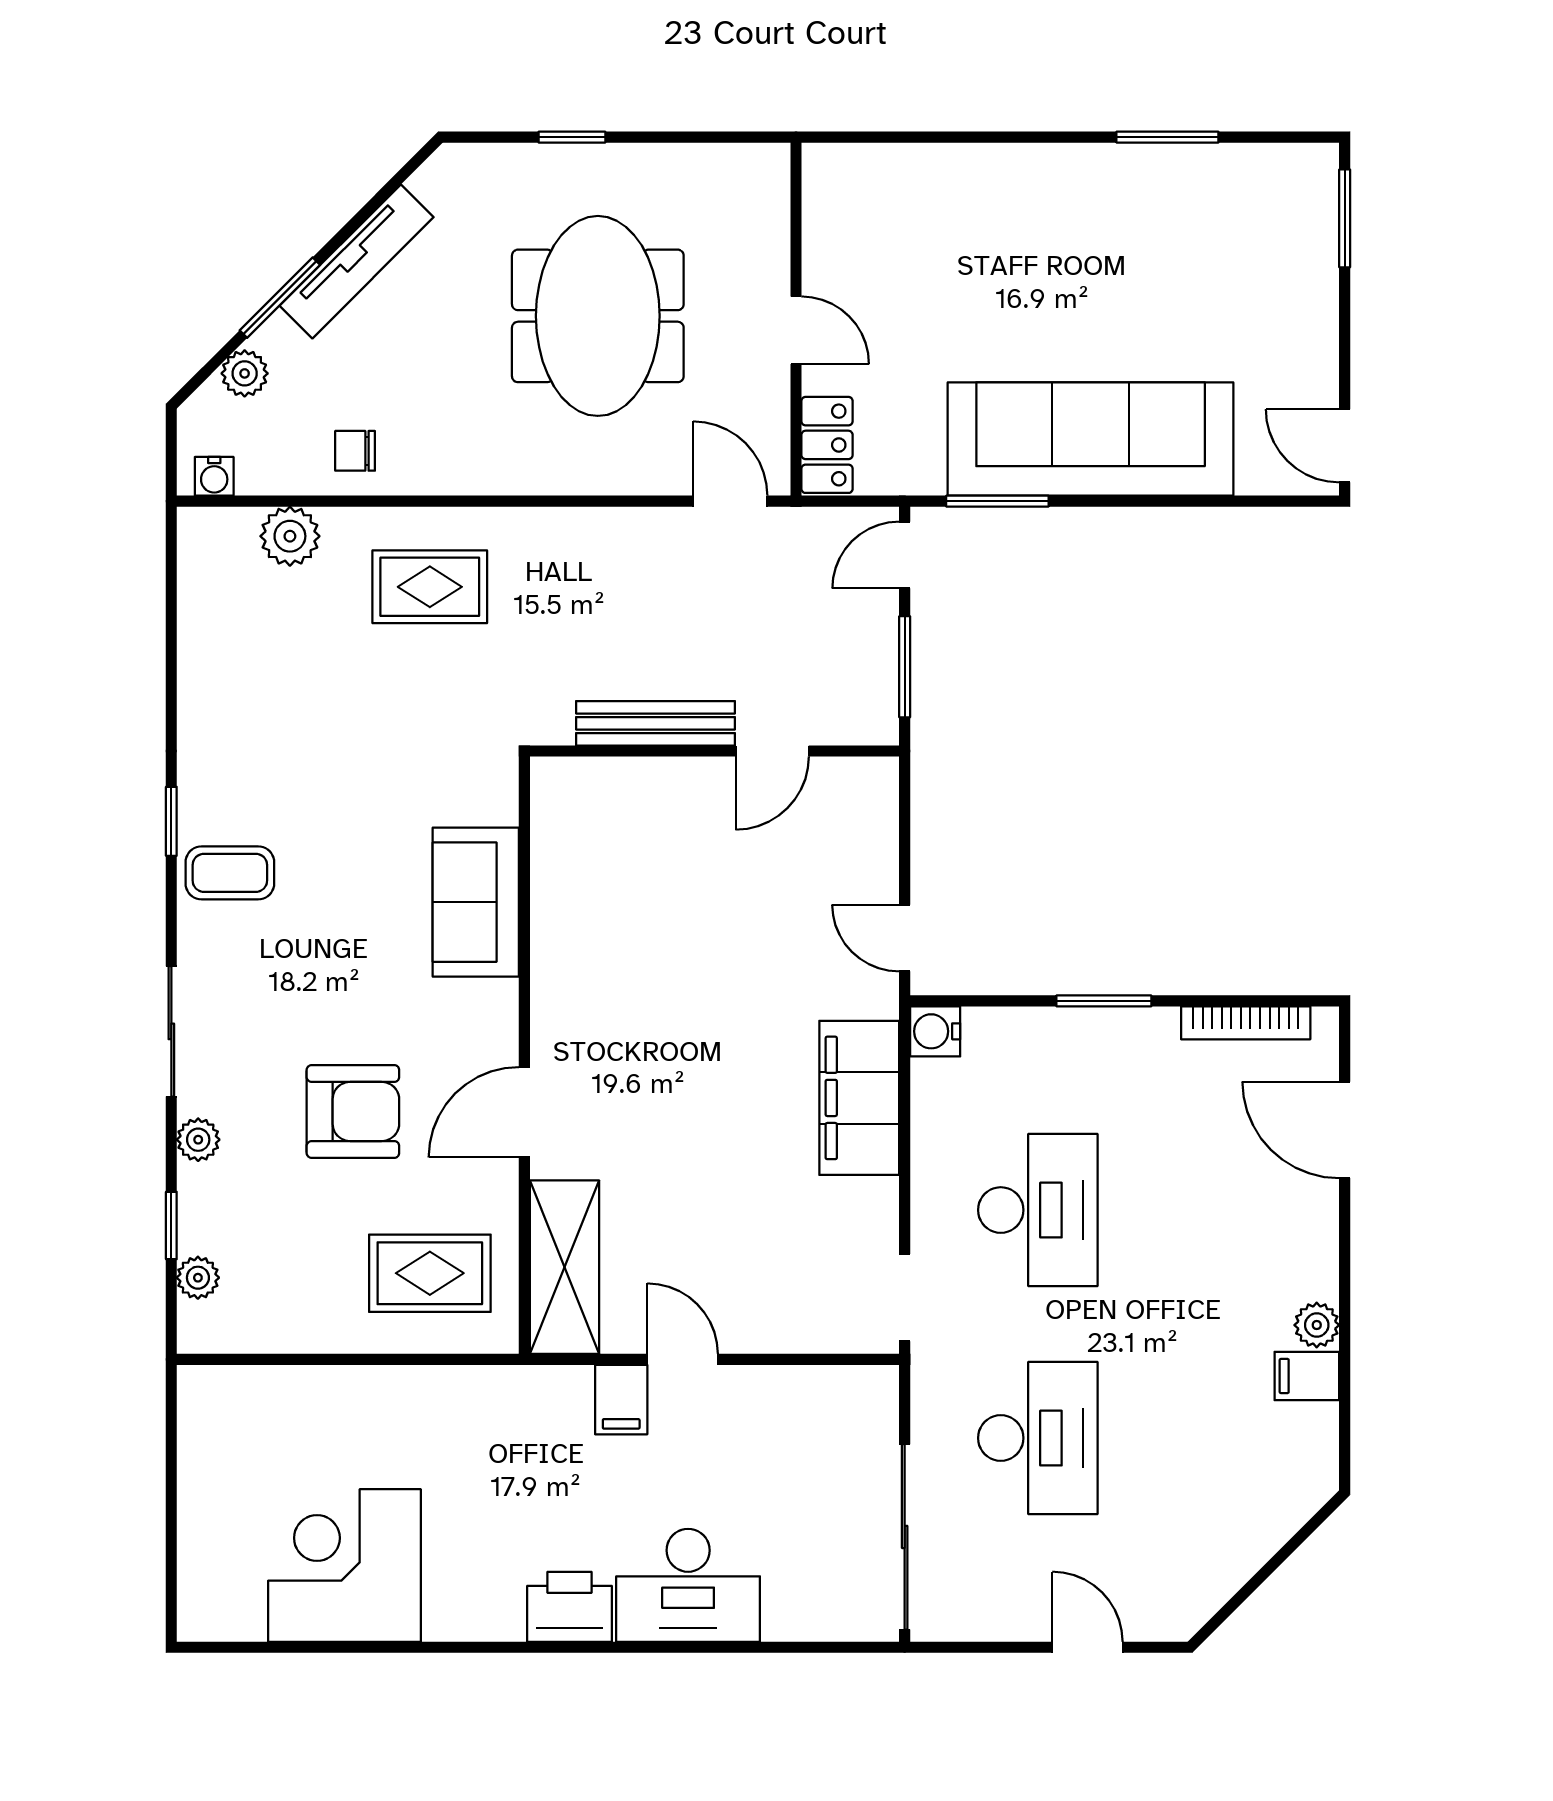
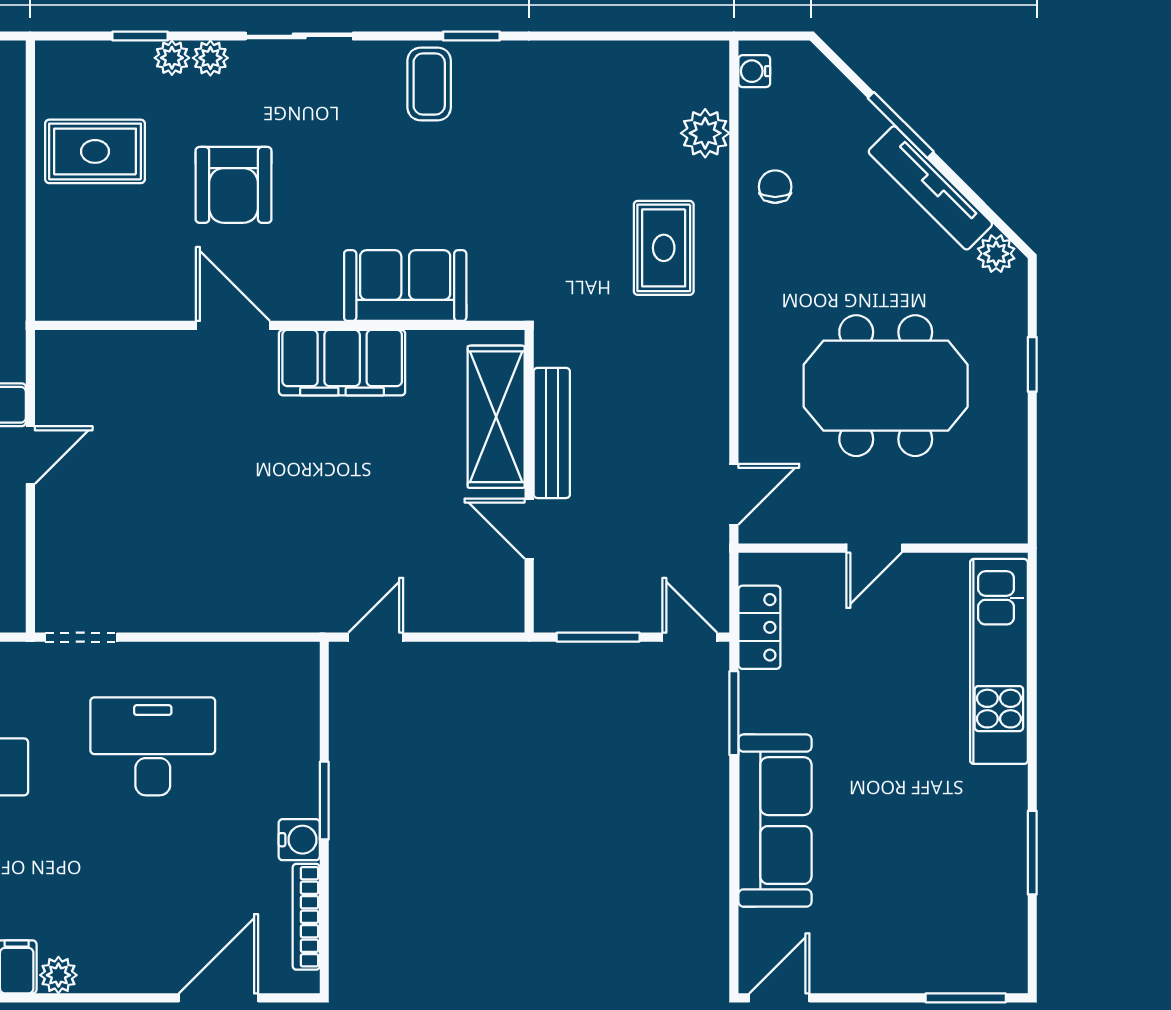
kitchen unit: (934, 178) -> (999, 661), added
plant: (245, 373) -> (996, 254), moved
sofa: (1091, 439) -> (775, 821), width x0.74, depth x0.79
locker: (827, 445) -> (759, 627), moved, turned -90
water cooler: (935, 1031) -> (299, 840), moved, turned 90
filing cabinet: (859, 1098) -> (342, 363), moved, turned 180
desk: (1038, 1210) -> (153, 746), turned 180
shelving: (565, 1267) -> (496, 417), moved, turned 90
rug: (430, 1273) -> (95, 151), moved, turned 90
plant: (198, 1278) -> (172, 58), moved

